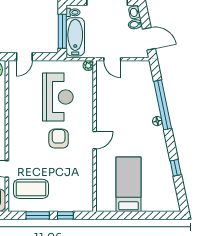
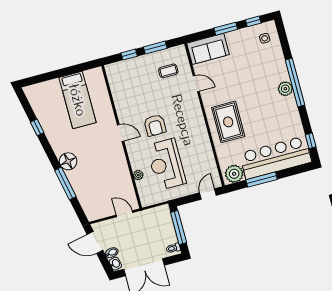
bathtub: (75, 37) -> (165, 226), removed
plant: (88, 66) -> (138, 175), moved
window: (163, 105) -> (65, 183), width x0.68
floor lamp: (157, 121) -> (68, 161), width x1.89, depth x1.89
door: (95, 140) -> (121, 133), swing flipped
coffee table: (31, 189) -> (168, 71), width x0.54, depth x0.58

